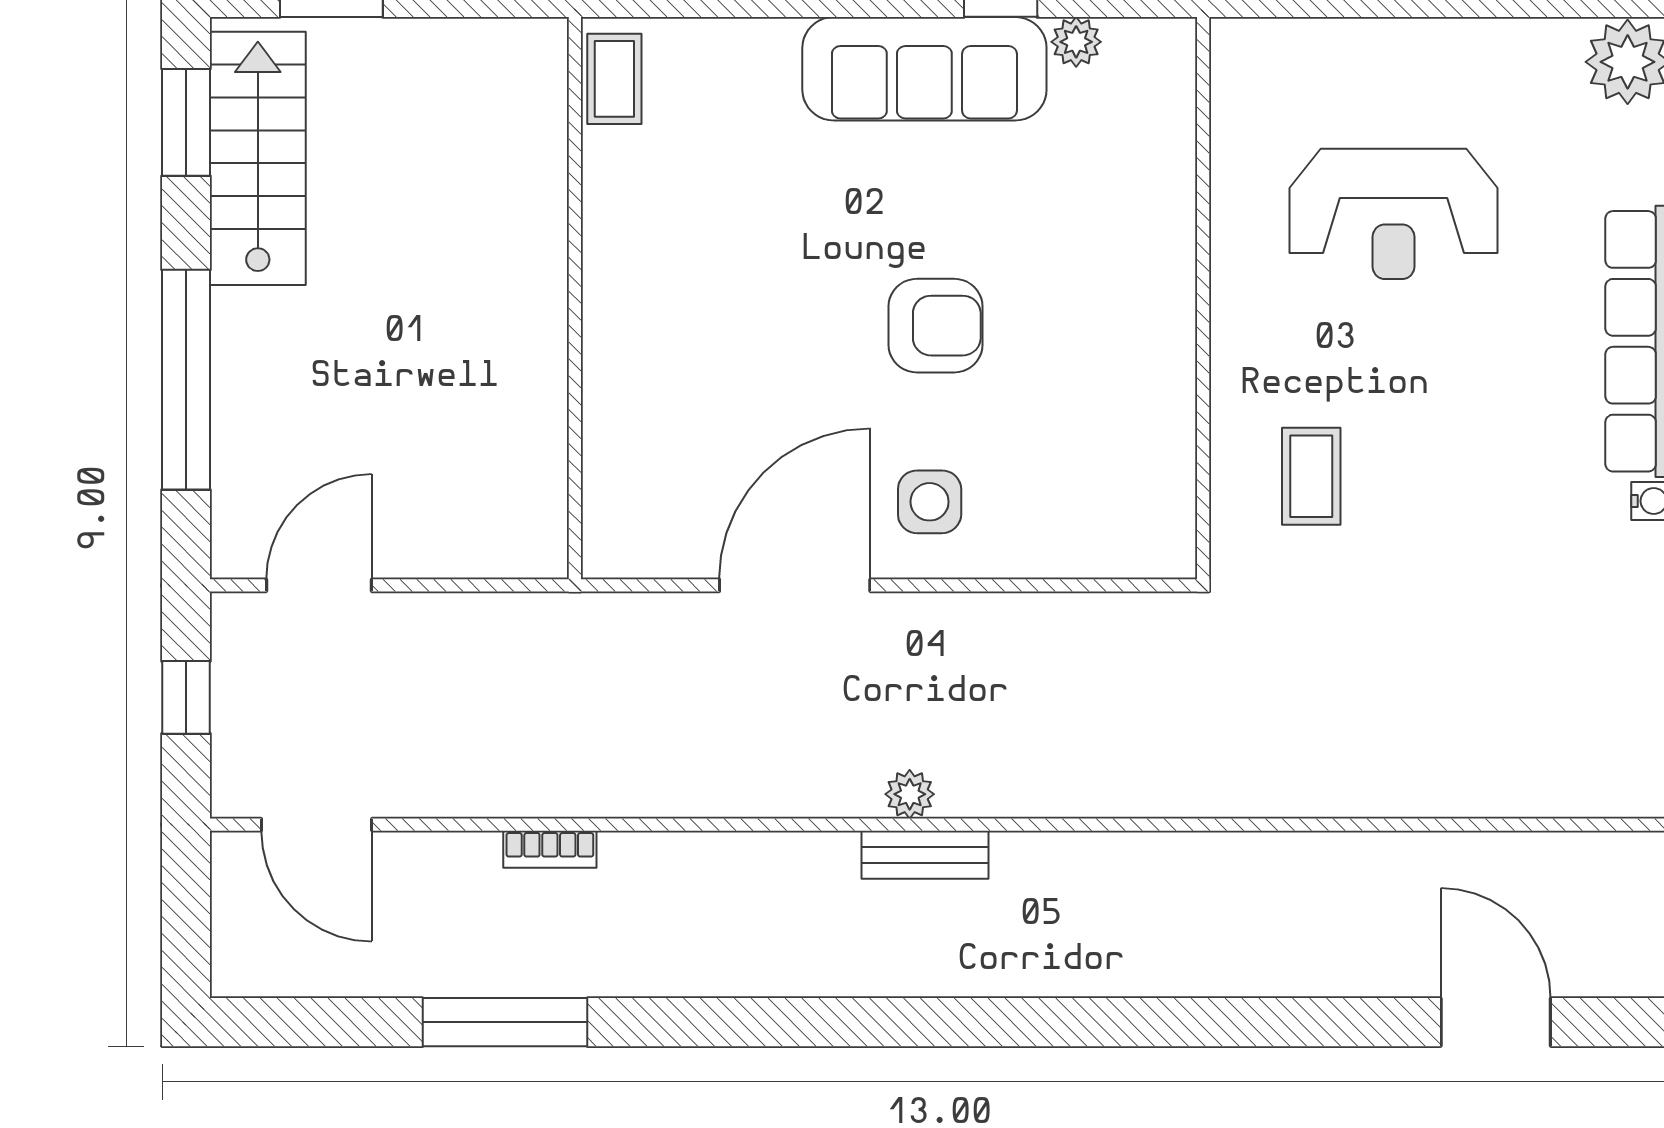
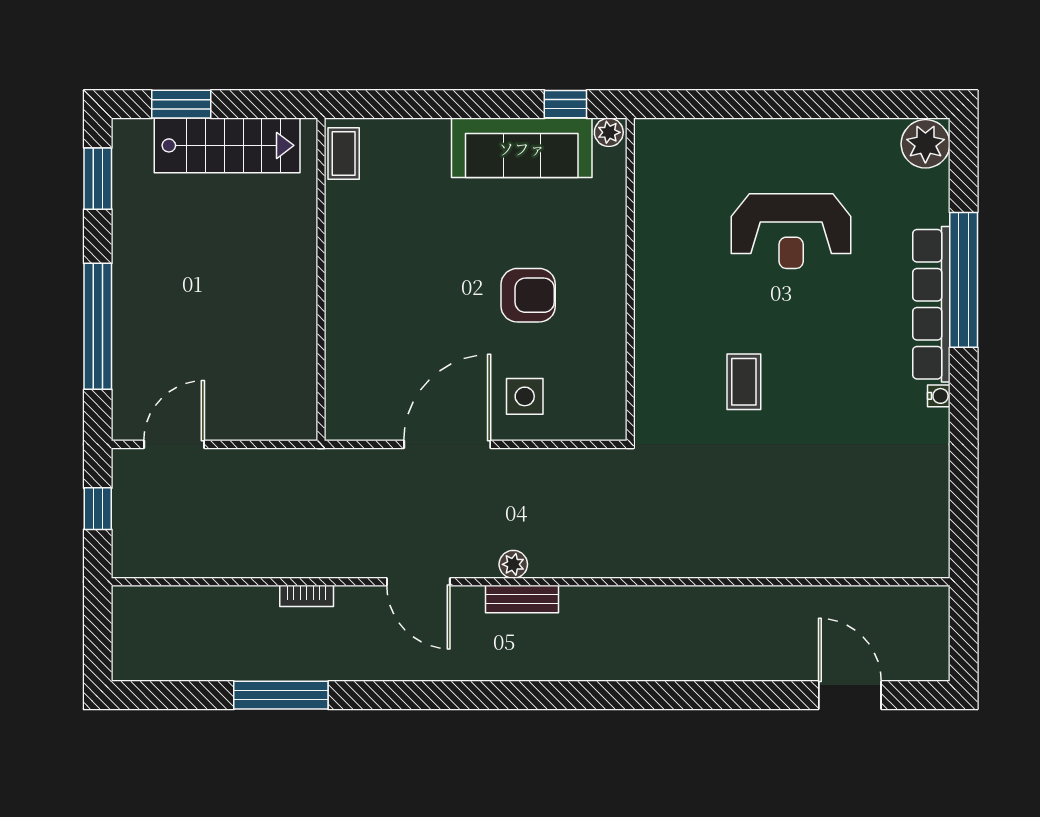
stairs: (258, 158) -> (227, 145), moved, turned 90
wall: (1203, 298) -> (630, 279), moved
door: (317, 825) -> (418, 582), moved

